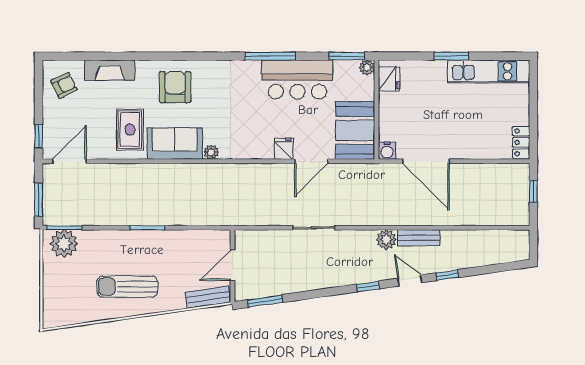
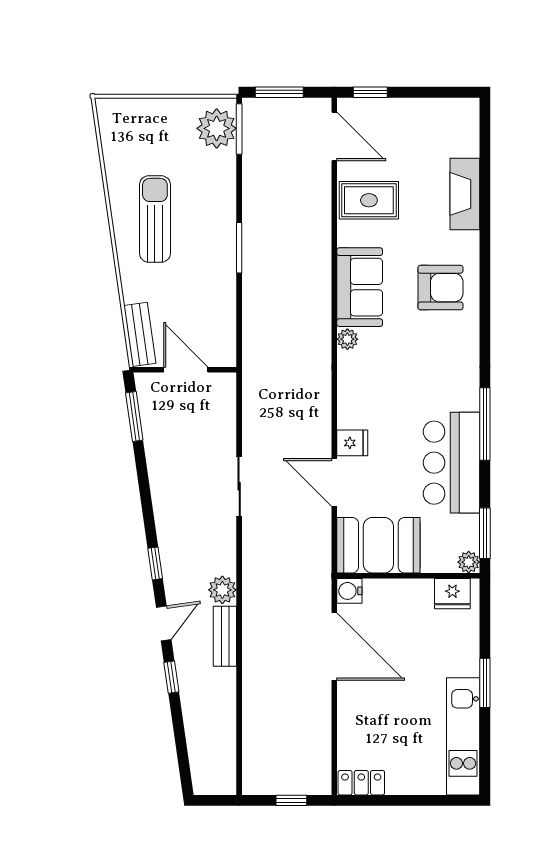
armchair: (64, 85) -> (443, 129), removed
rug: (130, 130) -> (369, 200), moved
door: (426, 161) -> (334, 647), swing flipped

